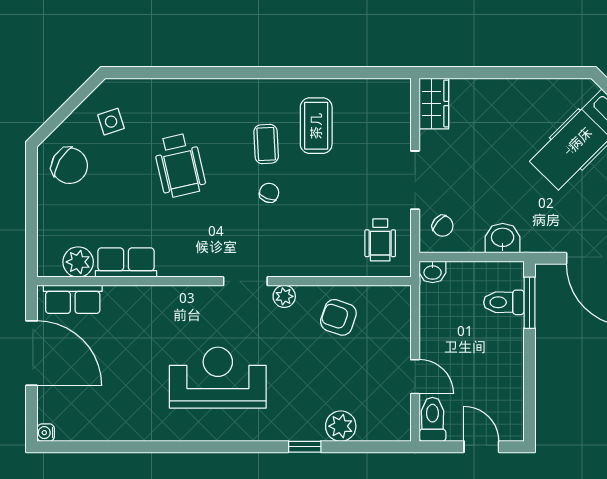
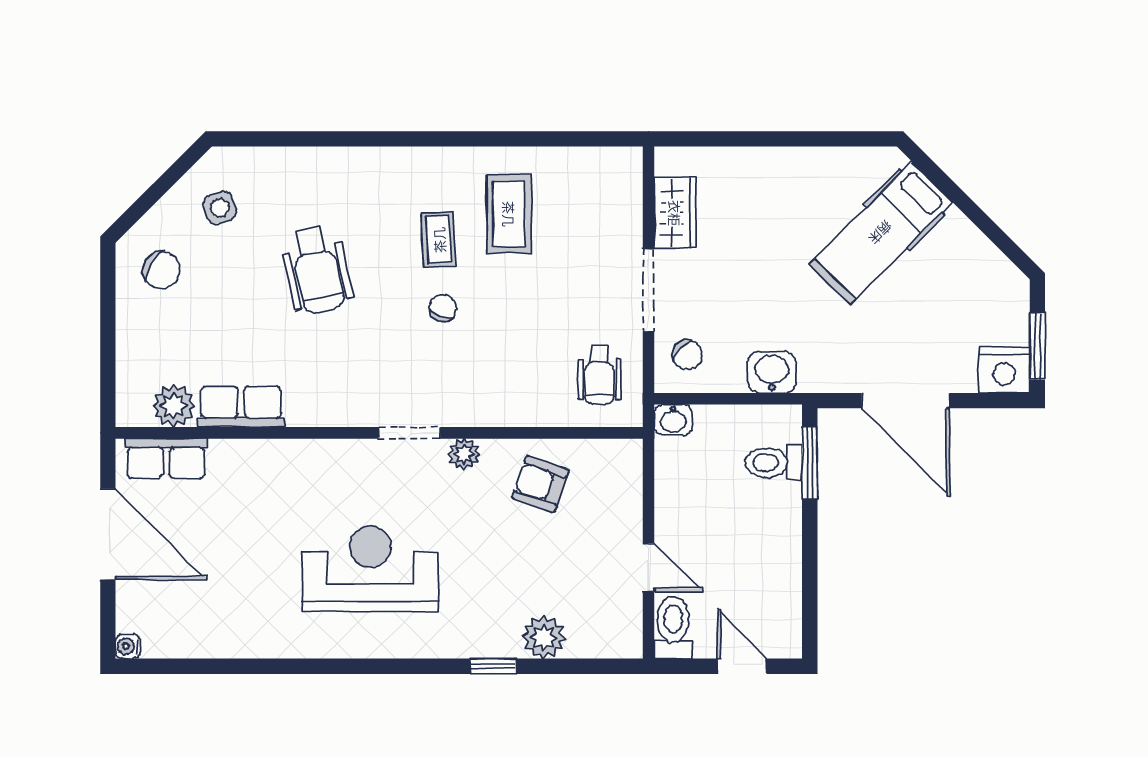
wardrobe: (434, 103) -> (675, 213), moved
chair: (70, 166) -> (161, 270), width x0.73, depth x0.73

